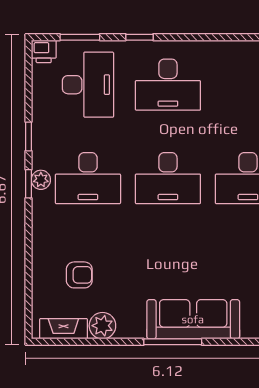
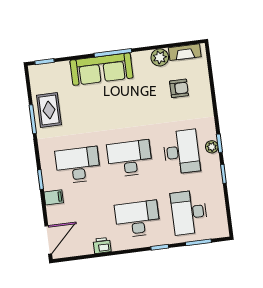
printer: (44, 51) -> (102, 245), moved
desk: (88, 178) -> (181, 152), turned 90
armchair: (79, 275) -> (179, 88), turned 180

